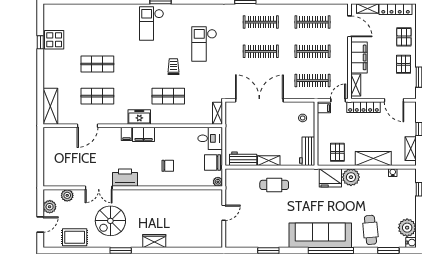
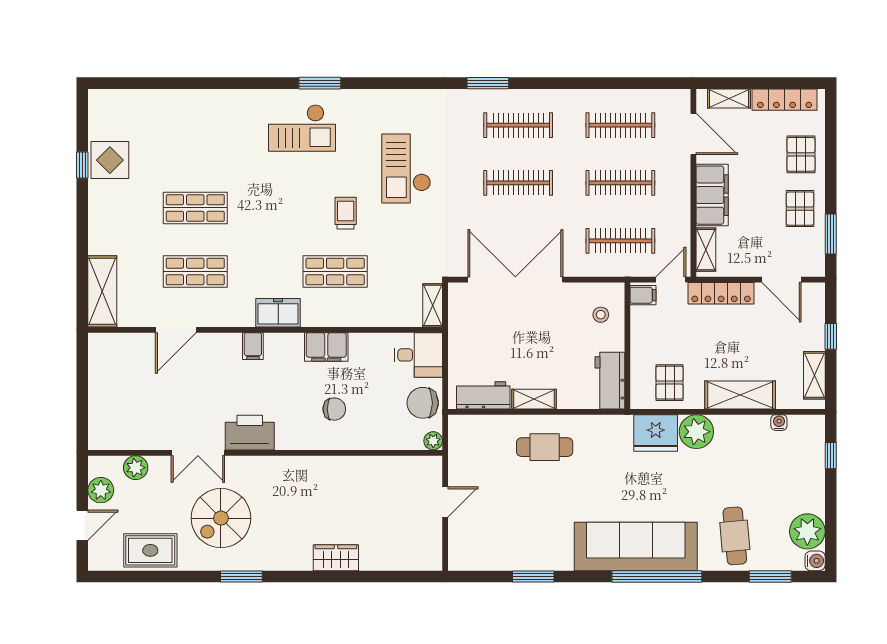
checkout: (151, 23) -> (302, 128), turned -90
filing cabinet: (144, 134) -> (326, 347), moved
wardrobe: (154, 241) -> (336, 558), moved

